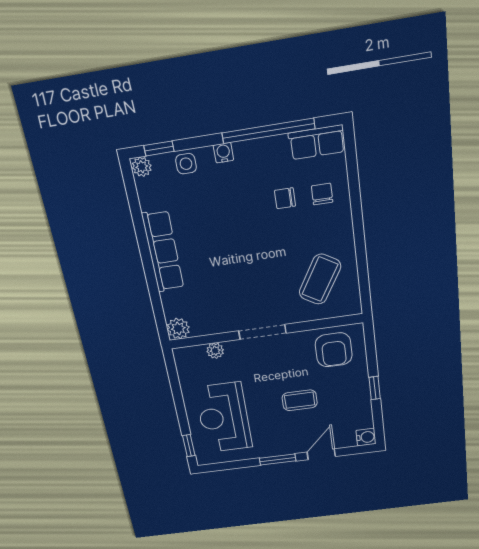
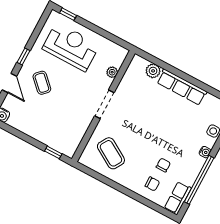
plant: (178, 328) -> (153, 71), moved
armchair: (334, 350) -> (68, 134), removed
window: (375, 388) -> (53, 152), moved
coffee table: (300, 400) -> (42, 83), moved, turned -46
window: (278, 460) -> (23, 57), width x0.67

